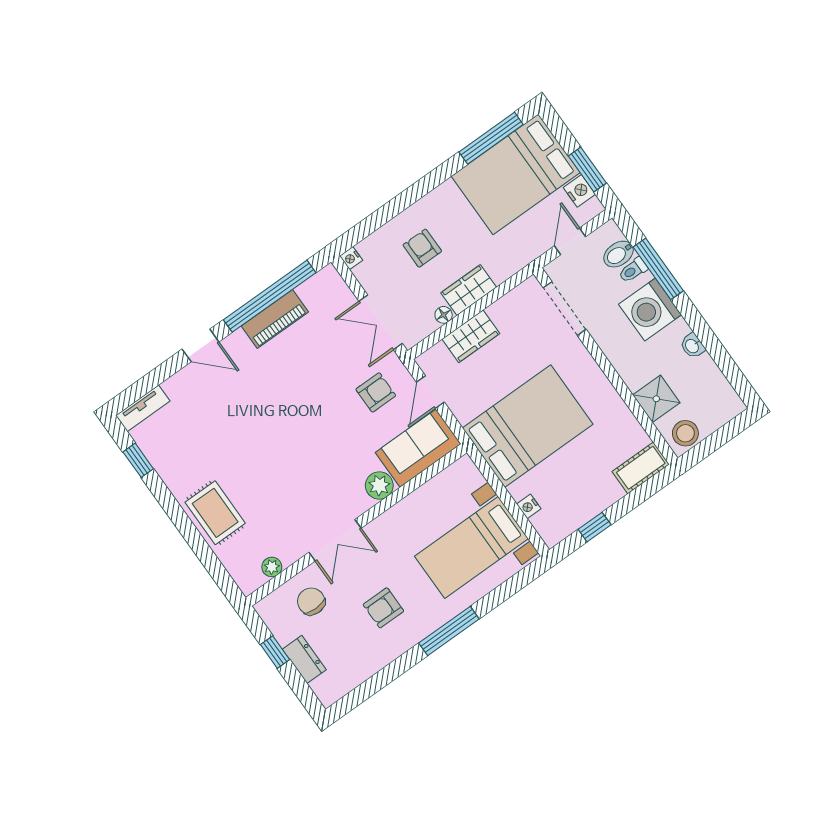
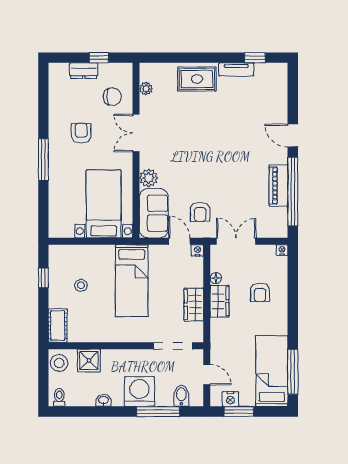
bed: (516, 174) -> (272, 371), width x0.67
armchair: (422, 248) -> (260, 292), turned 90
toilet: (633, 270) -> (59, 397), moved
wardrobe: (471, 336) -> (194, 305), moved
door: (200, 345) -> (293, 135), hinge flipped
tv unit: (143, 408) -> (236, 69), moved, turned -90
bed: (528, 426) -> (132, 281), width x0.67
stool: (571, 474) -> (81, 285), added
nightstand: (529, 506) -> (197, 250), moved
bed with nightstands: (472, 547) -> (104, 204), moved

